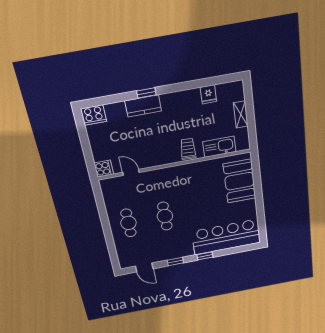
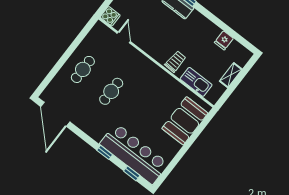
window: (175, 262) -> (132, 173), moved
door: (144, 267) -> (55, 114), width x1.88

